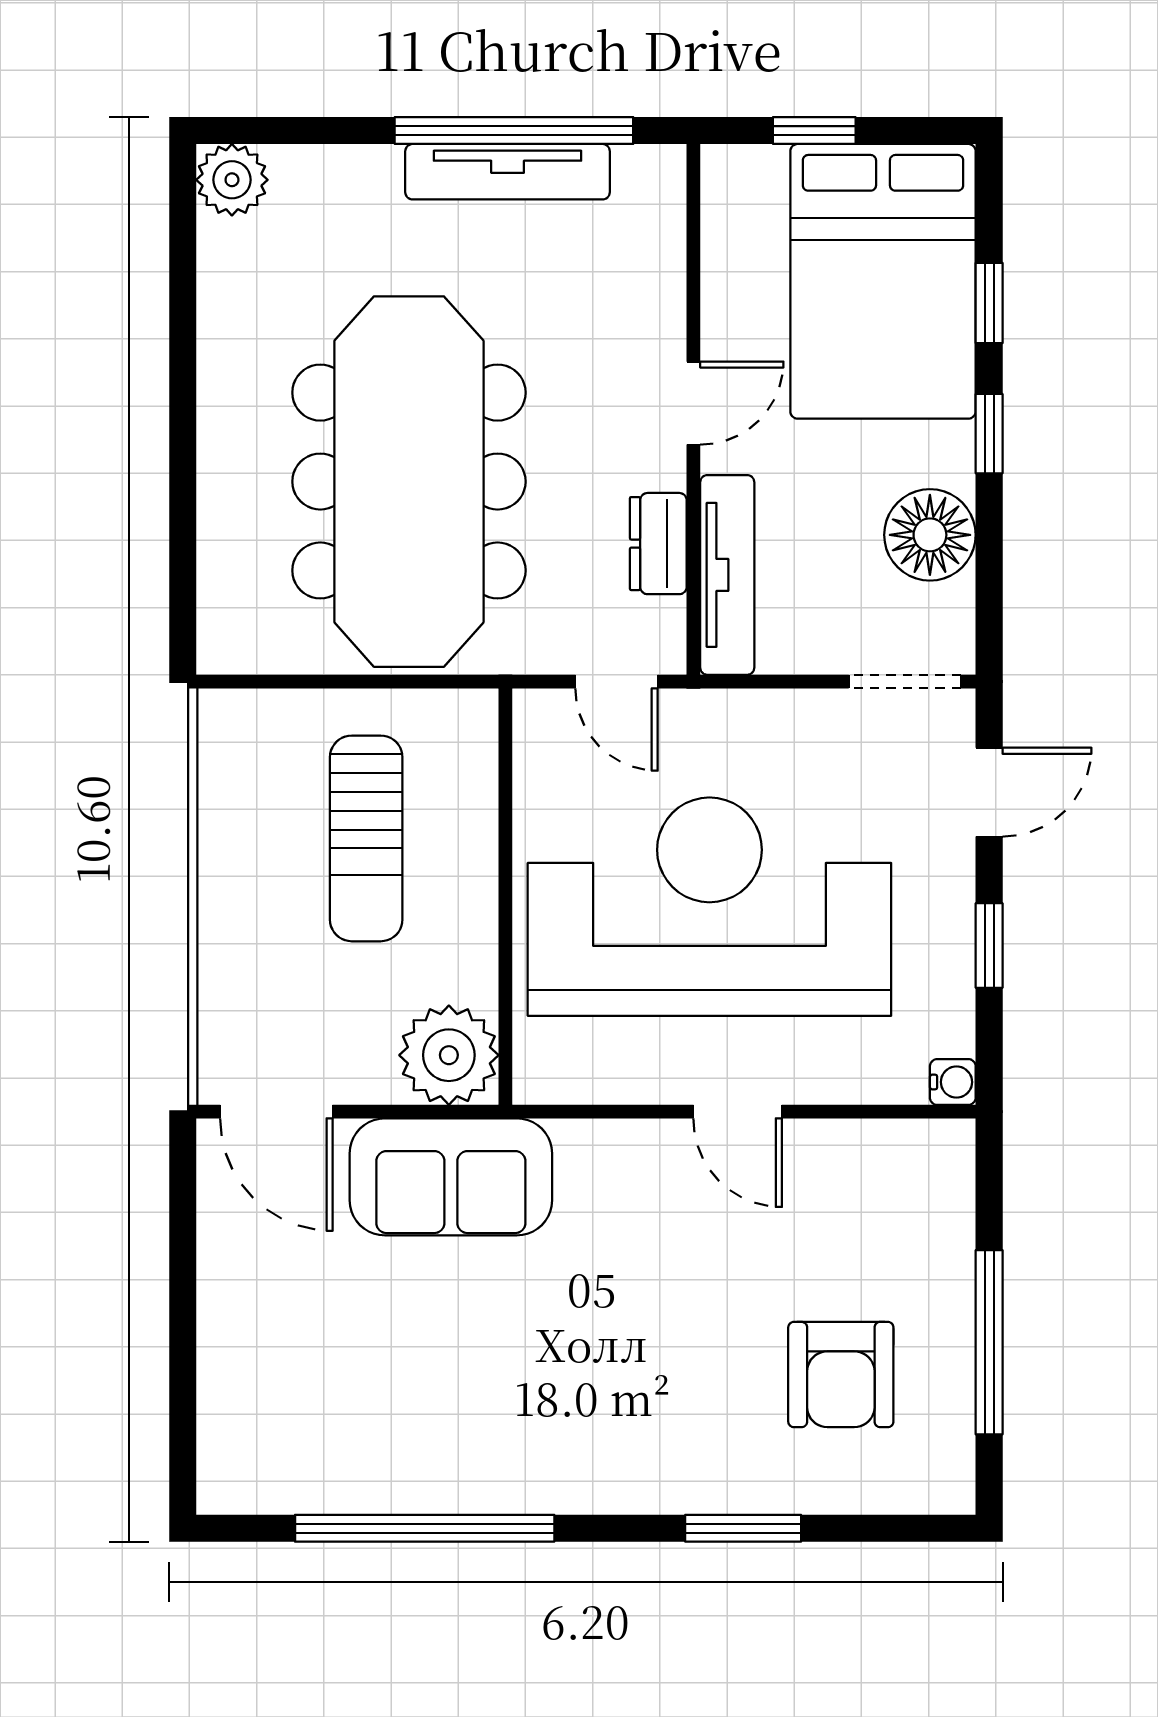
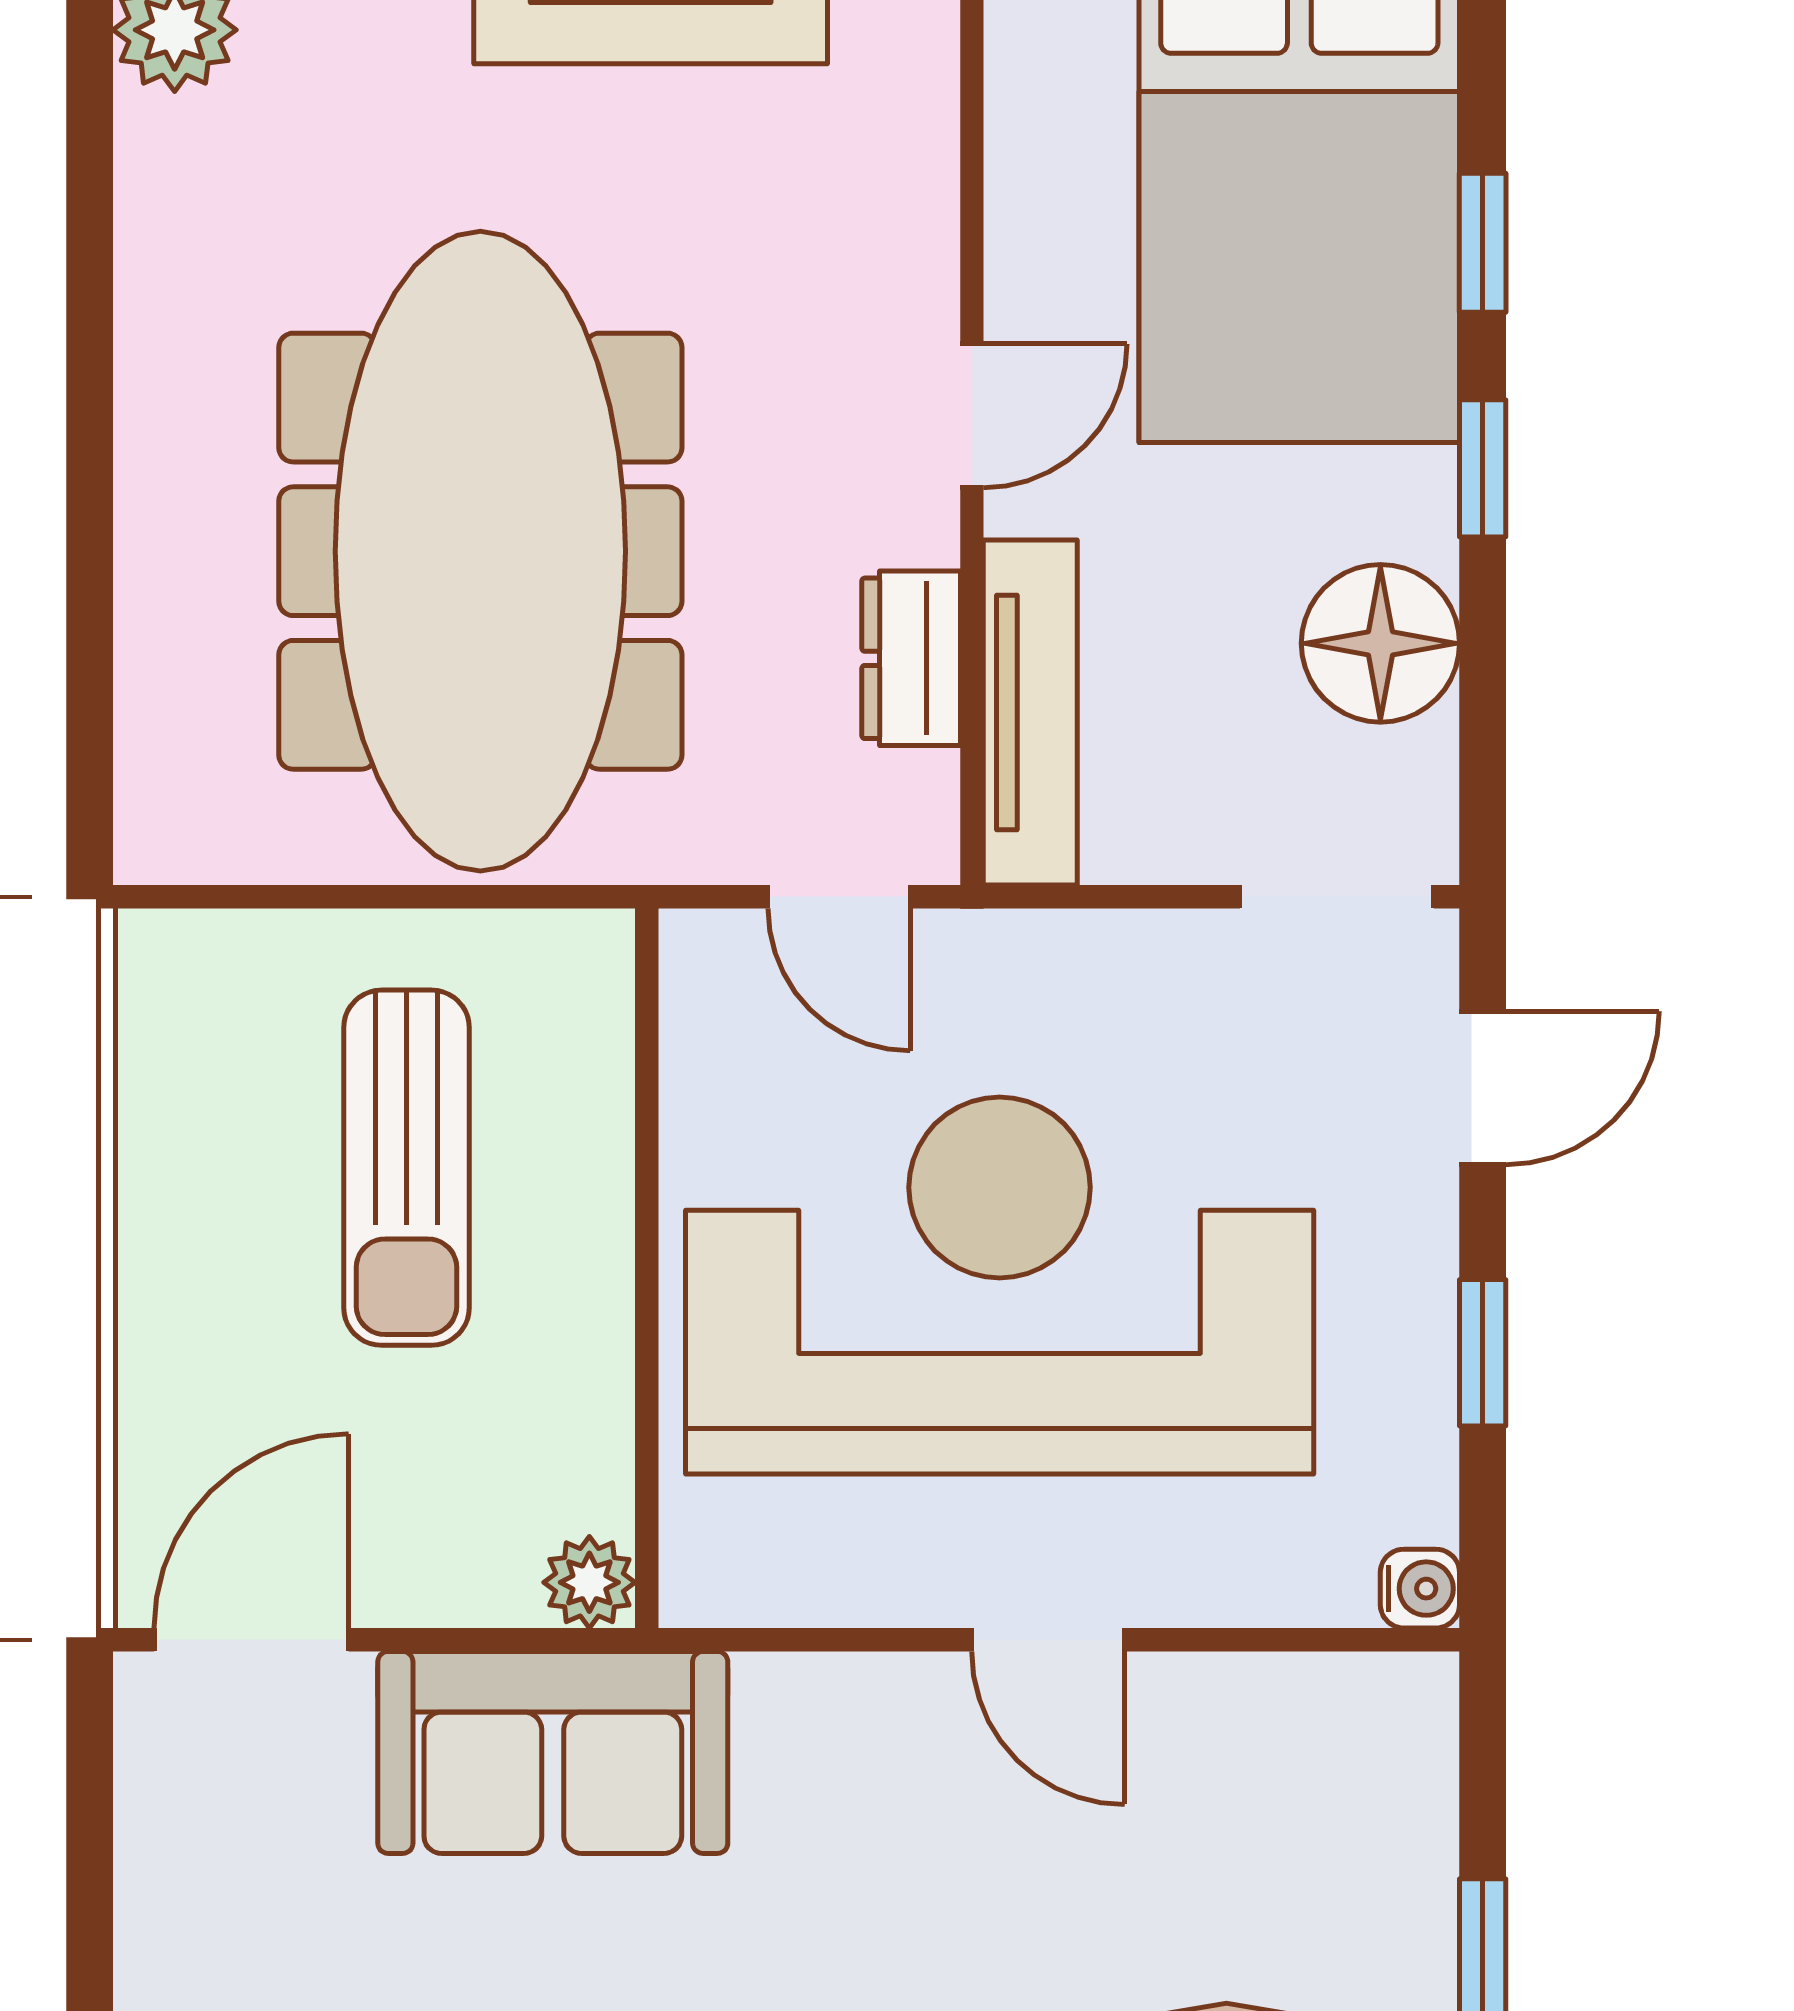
plant: (449, 1055) -> (589, 1582), width x0.53, depth x0.53
door: (276, 1112) -> (251, 1640), swing flipped

